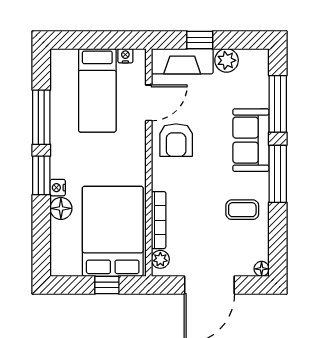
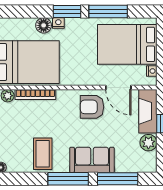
bed: (97, 90) -> (127, 44), width x1.50
coffee table: (242, 210) -> (43, 154), width x1.36, depth x1.30

